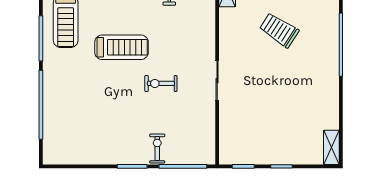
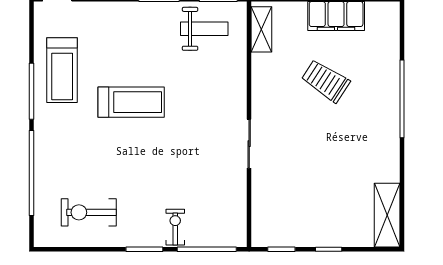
exercise bike: (161, 83) -> (89, 212), moved, width x1.38, depth x1.39
shelving: (331, 147) -> (387, 215), width x1.50, depth x1.33

